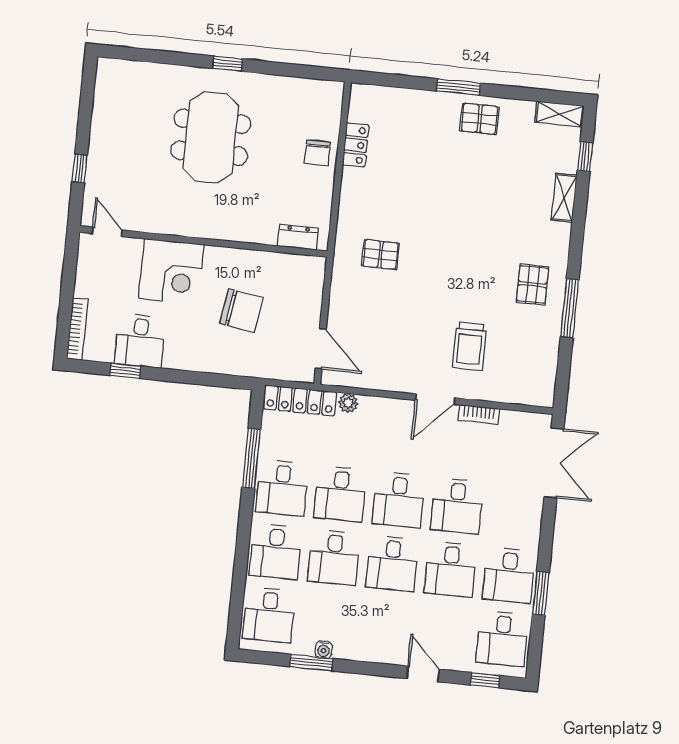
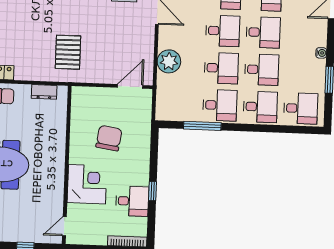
dresser: (298, 237) -> (44, 92), moved, turned -90
pallet: (380, 255) -> (68, 52), width x1.50, depth x1.42
window: (125, 371) -> (152, 191), moved
locker: (300, 400) -> (164, 97), removed
plant: (348, 403) -> (169, 61), width x1.87, depth x1.87
water cooler: (324, 650) -> (321, 53), moved

